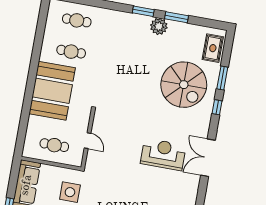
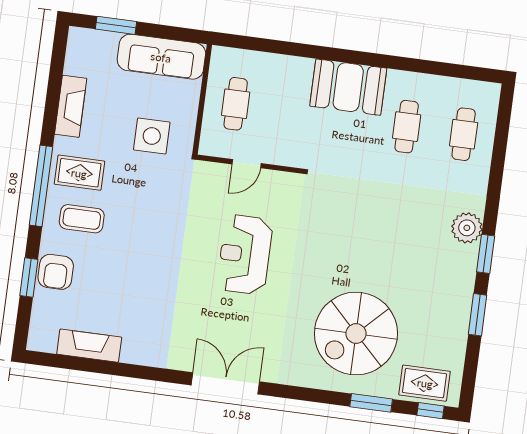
plant: (159, 26) -> (467, 228), moved
booth: (52, 91) -> (348, 87), width x0.73, depth x0.70
window: (217, 107) -> (430, 411), moved
reception desk: (163, 154) -> (245, 254), moved, turned 180

